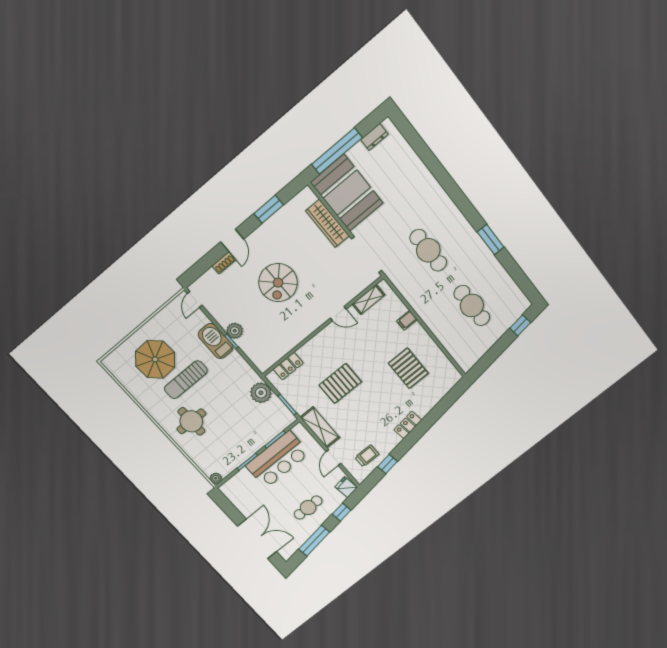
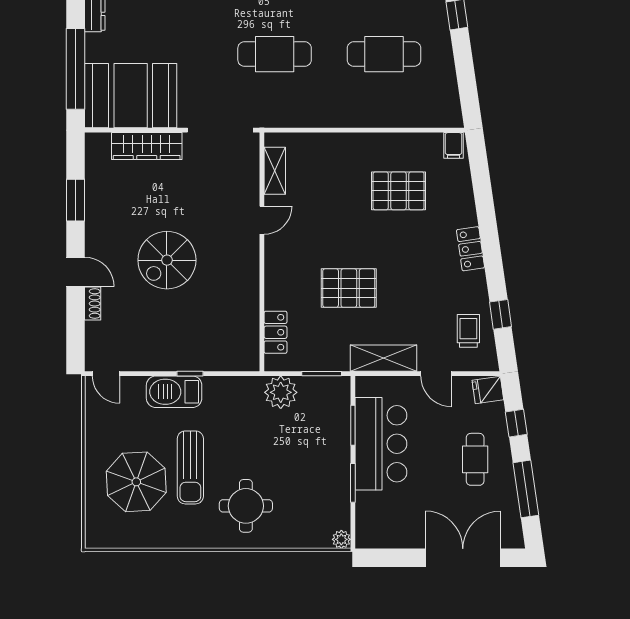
spiral stairs: (278, 283) -> (167, 260), turned 90
filing cabinet: (407, 320) -> (454, 145), moved
plant: (235, 331) -> (181, 359), removed
pallet: (340, 383) -> (349, 288), turned 90

